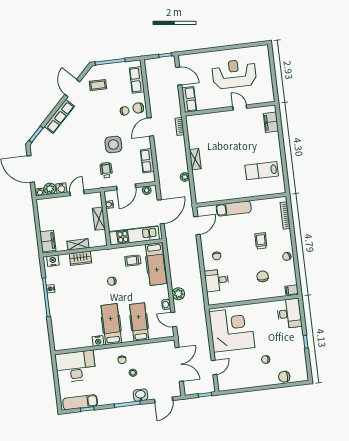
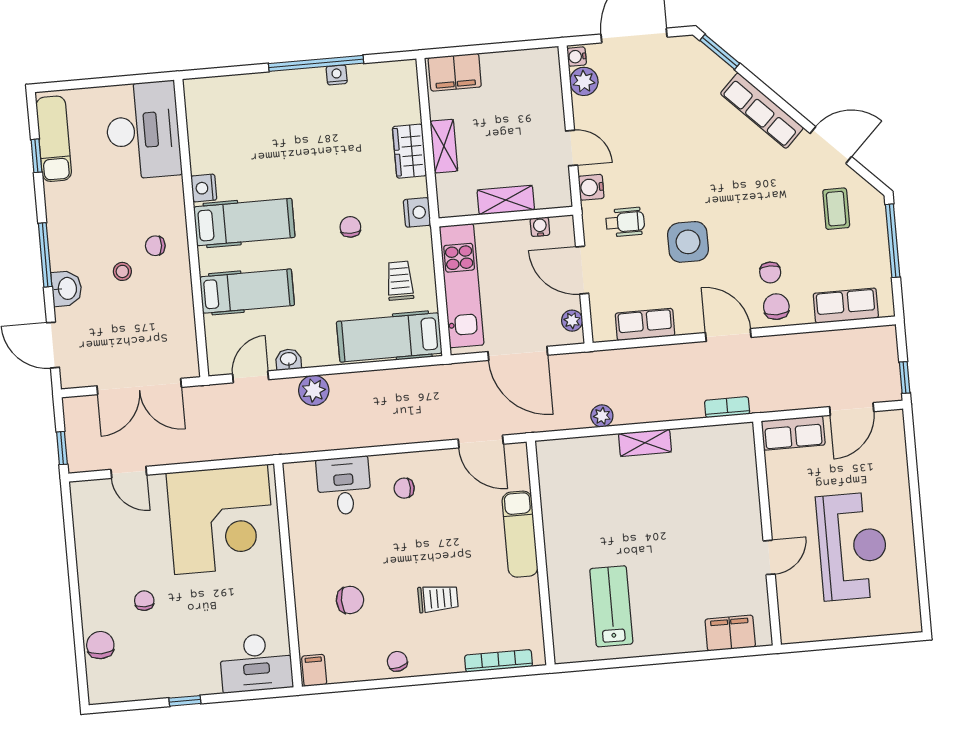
water cooler: (61, 188) -> (591, 187), moved
nightstand: (53, 261) -> (417, 212), moved

